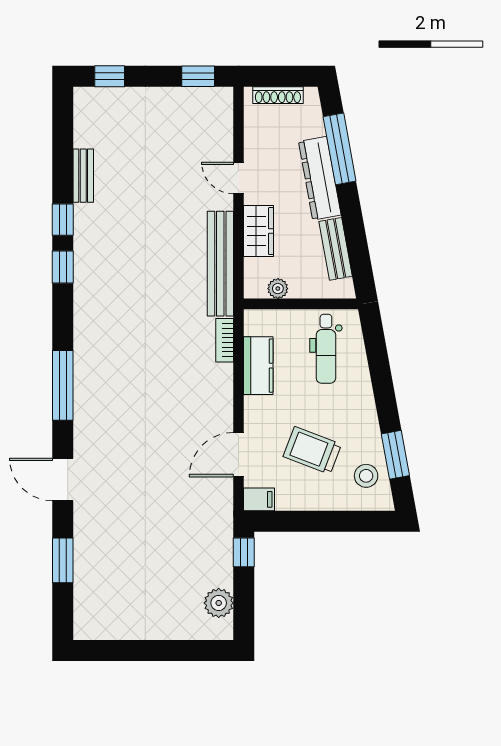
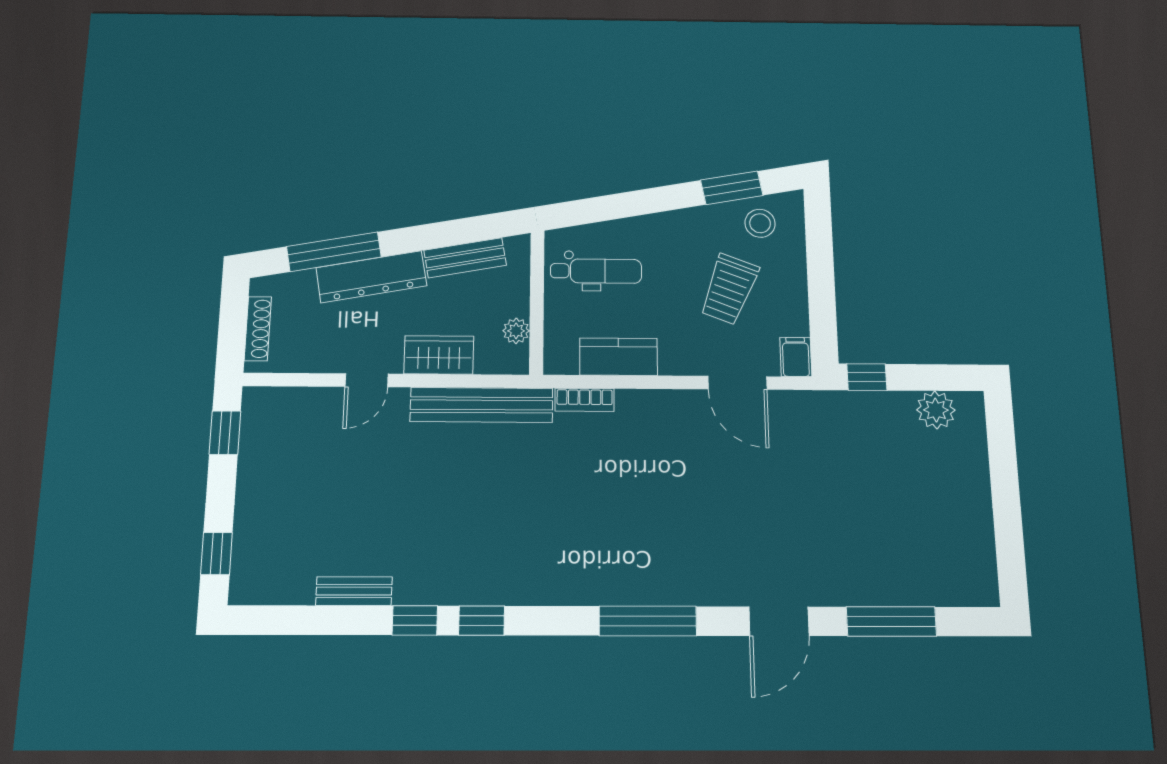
window: (63, 560) -> (891, 621), width x1.44

